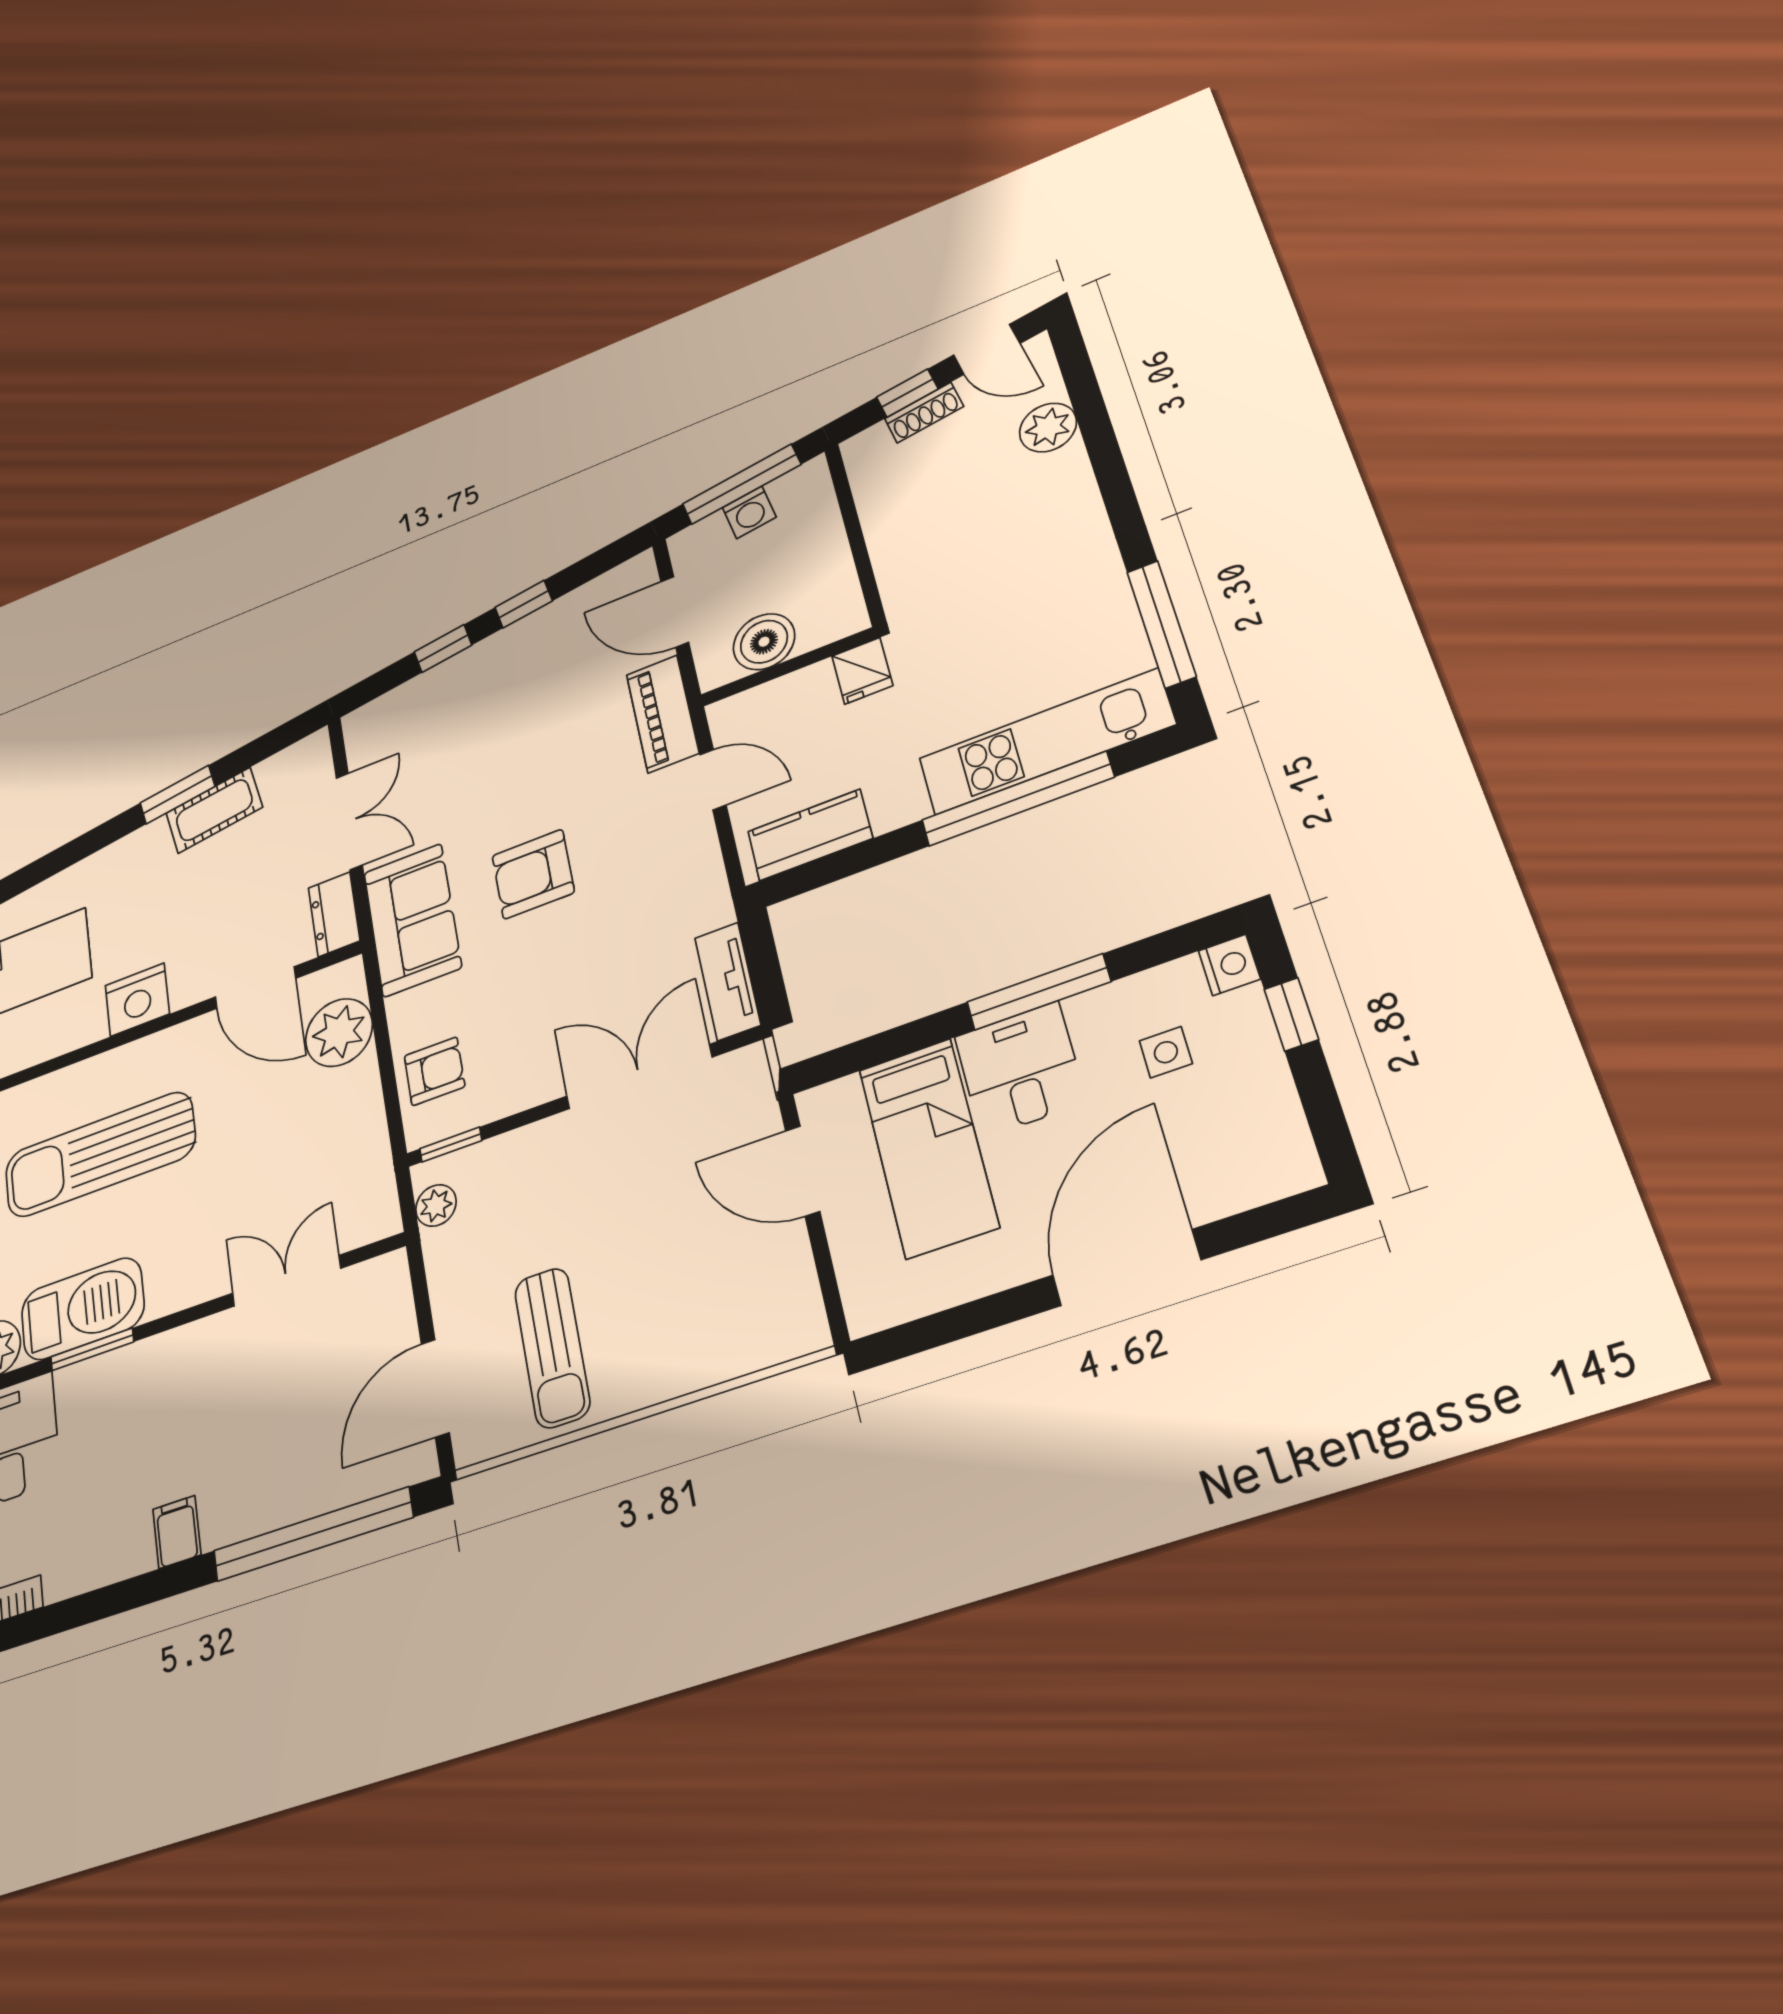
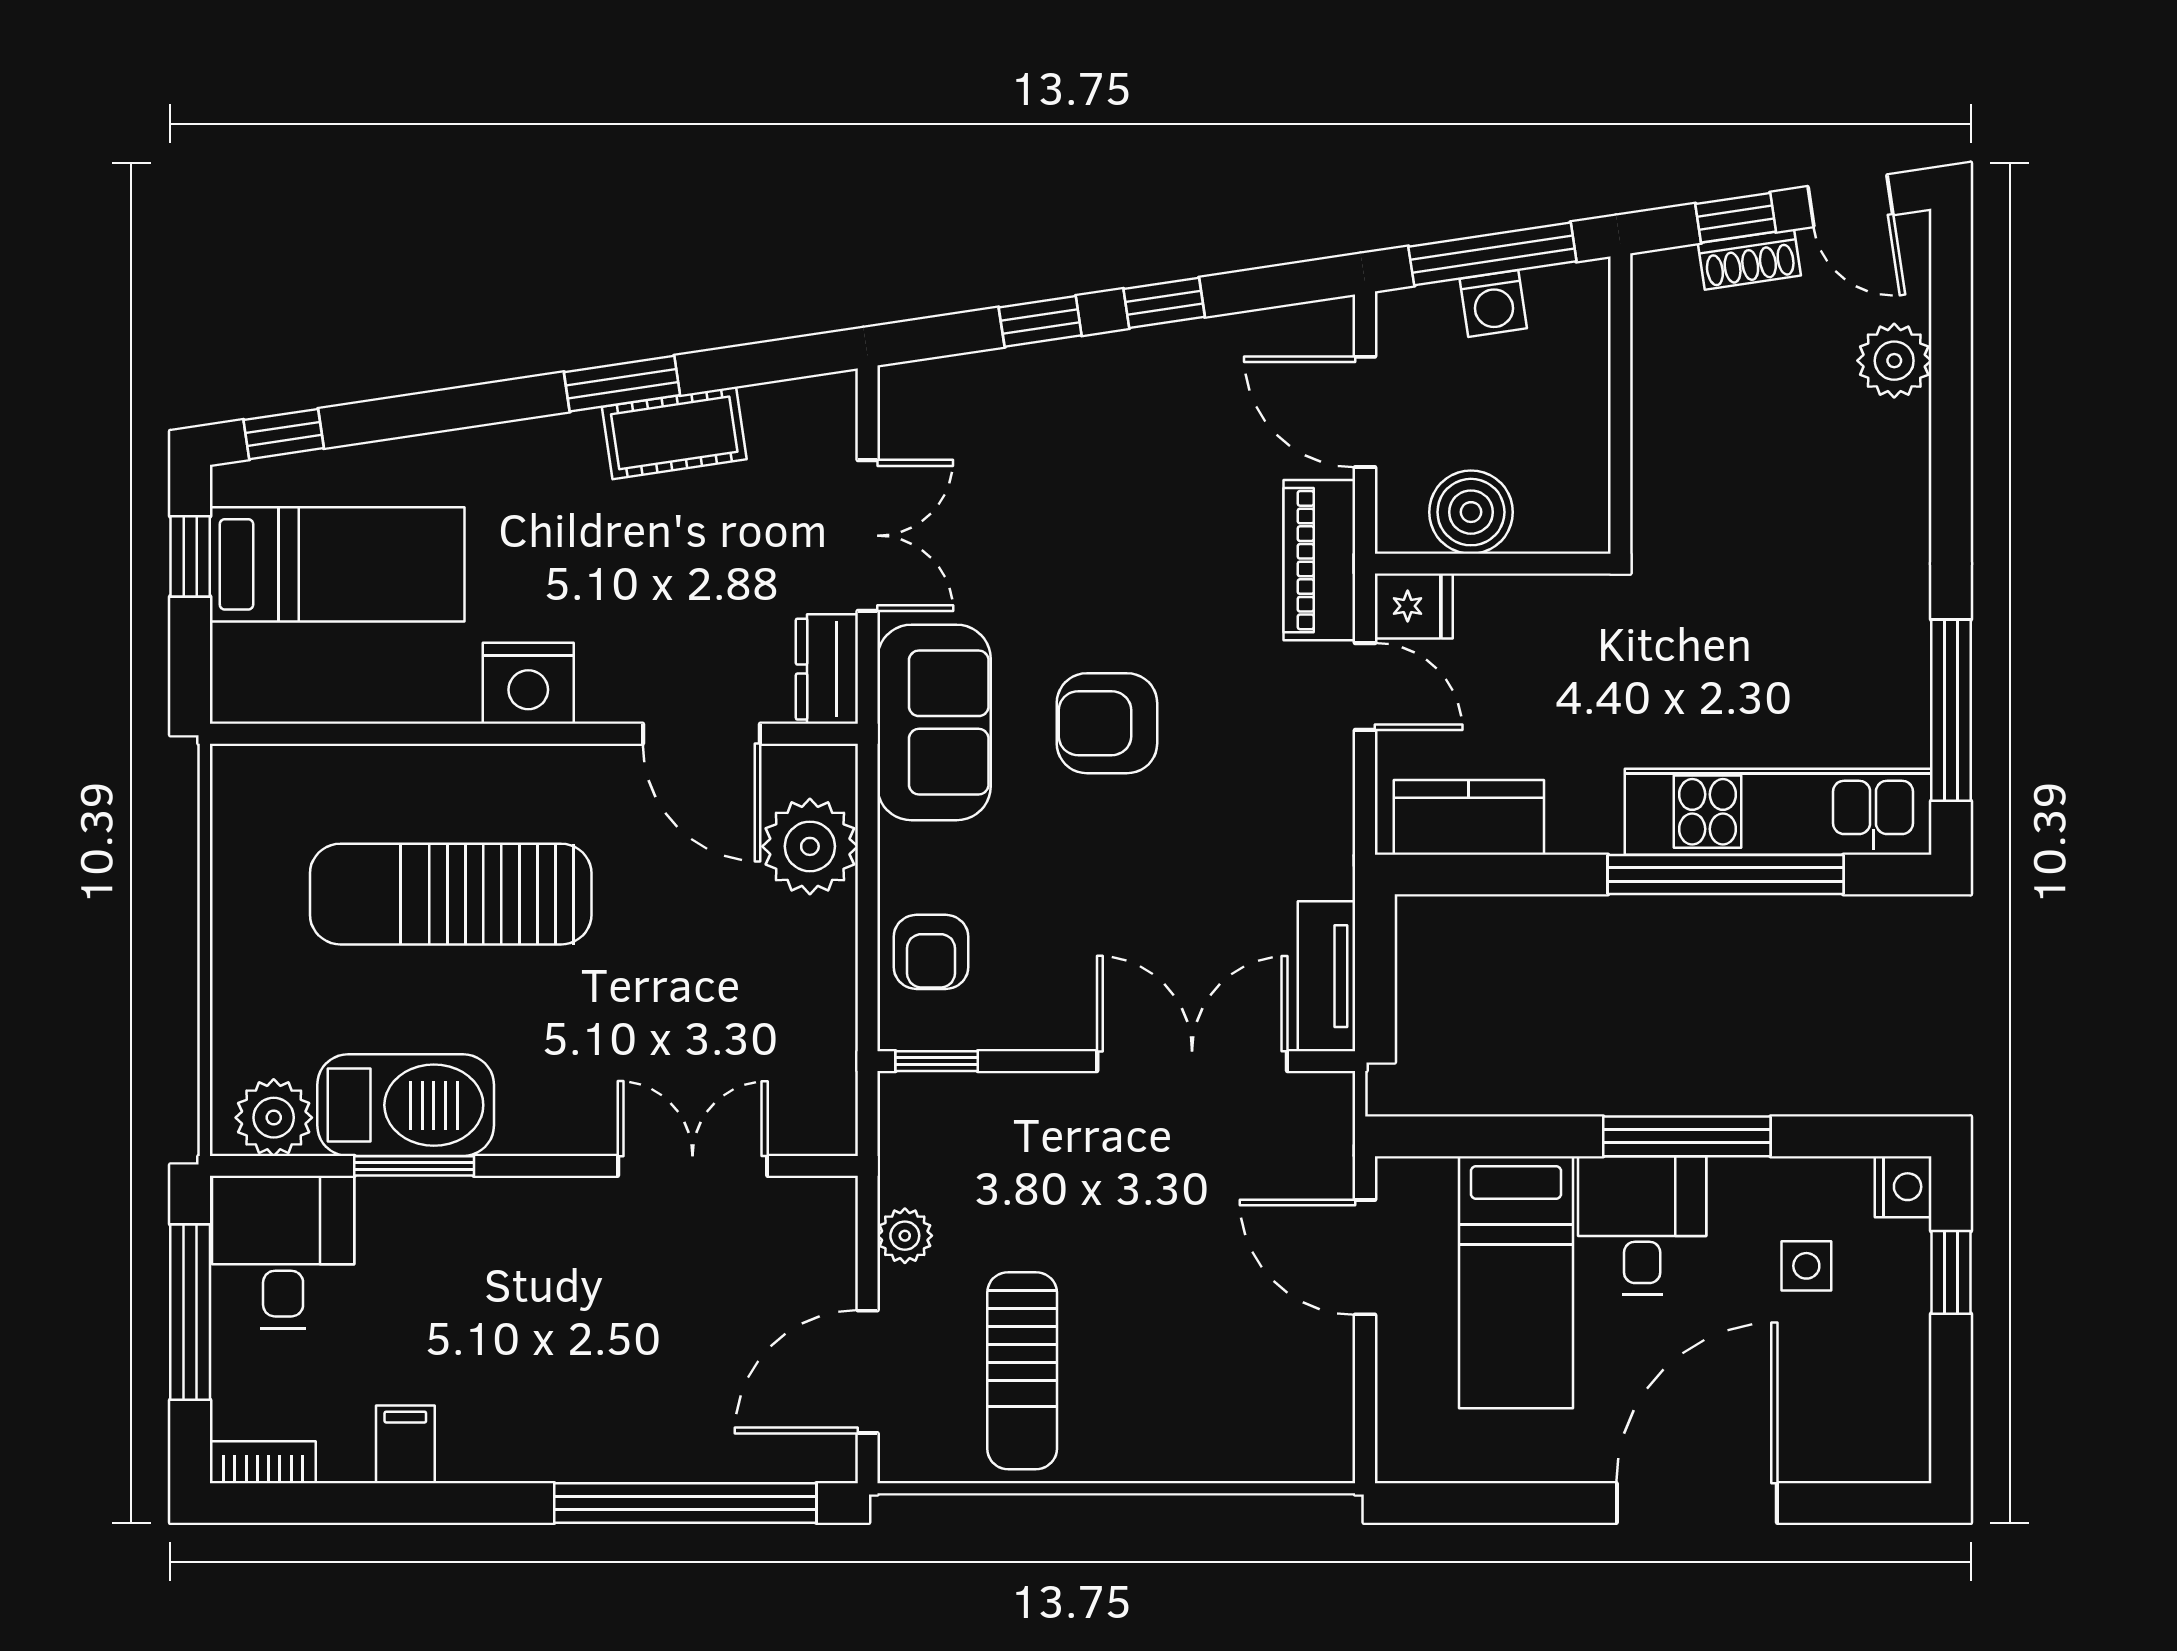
fridge: (862, 671) -> (1414, 606), moved, turned -90
armchair: (435, 1071) -> (931, 952), turned 90
plant: (436, 1205) -> (905, 1236), moved
filing cabinet: (177, 1532) -> (405, 1444), moved

